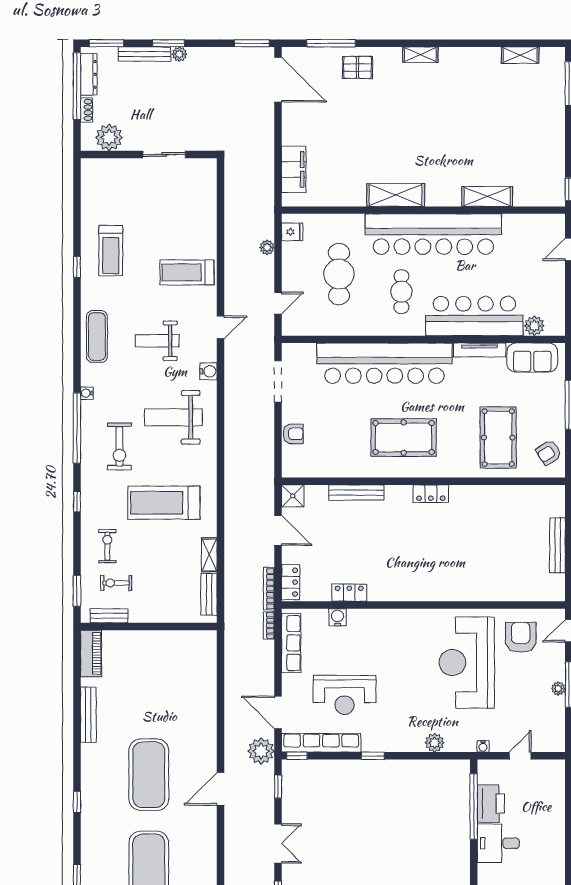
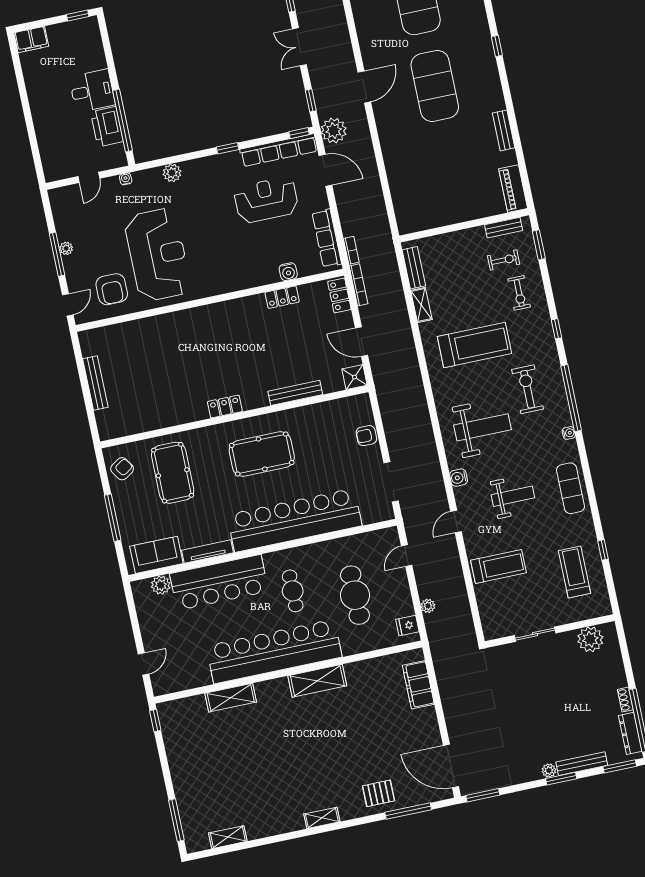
plant: (109, 137) -> (590, 639), moved
wall: (149, 154) -> (550, 631), moved
sliding door: (164, 154) -> (535, 634), moved
bench: (88, 715) -> (504, 130), width x0.73

